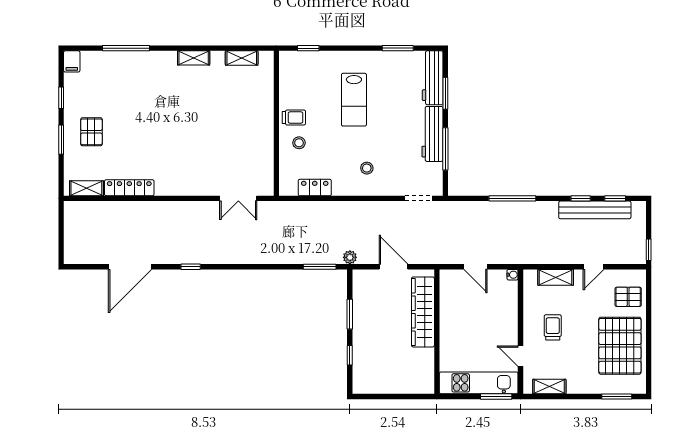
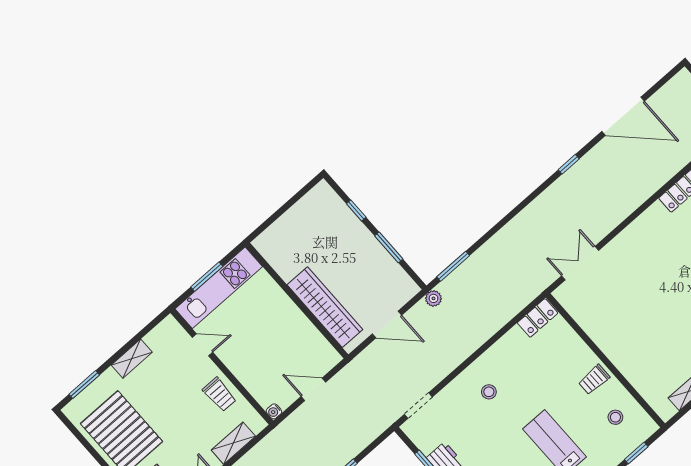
stool: (299, 143) -> (615, 417), moved
locker: (315, 188) -> (538, 318), moved
door: (130, 267) -> (623, 116), swing flipped
trolley: (553, 327) -> (219, 394), moved
shelving: (549, 387) -> (132, 359), moved
window: (496, 396) -> (207, 277), moved

